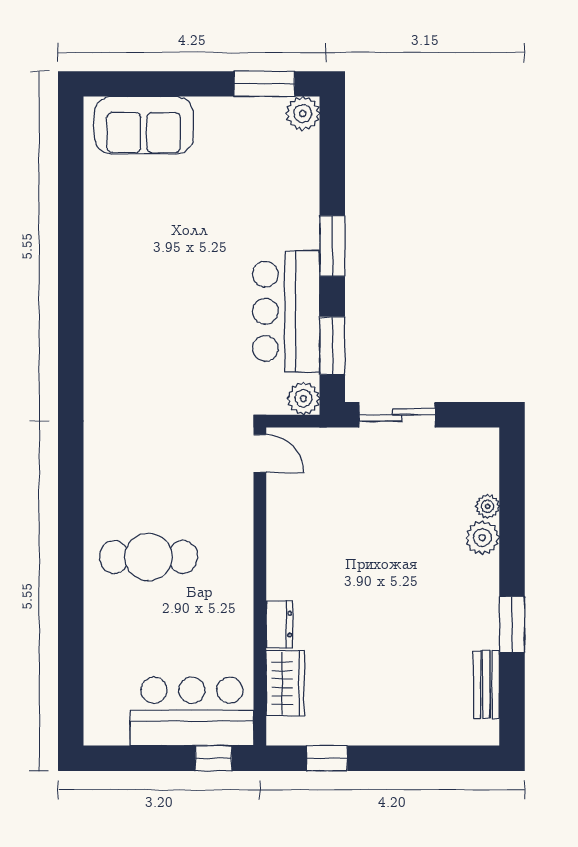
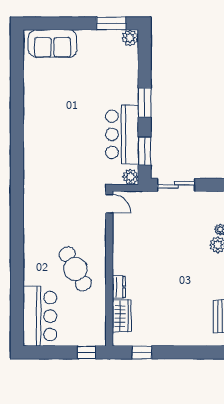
cafe table: (149, 557) -> (75, 269), moved, turned 61
bar counter: (192, 711) -> (40, 316), moved, turned 90

